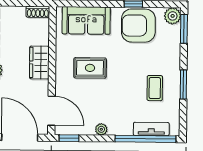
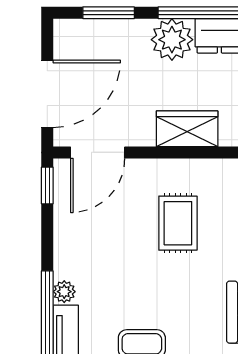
plant: (101, 129) -> (64, 292), moved

